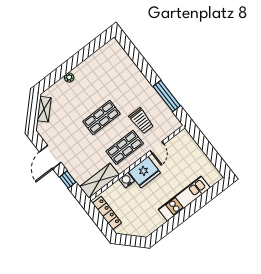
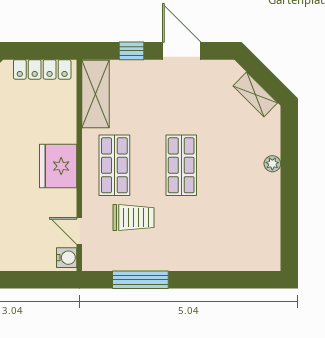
trolley: (141, 121) -> (133, 218), turned 180
door: (157, 147) -> (79, 231), moved
water cooler: (127, 180) -> (67, 258), moved

